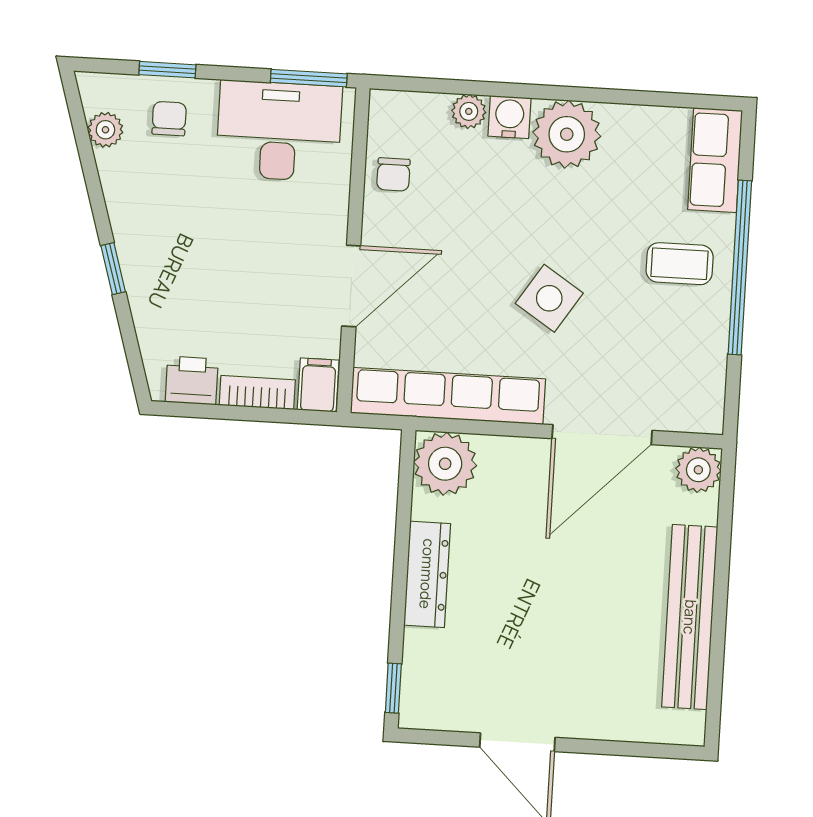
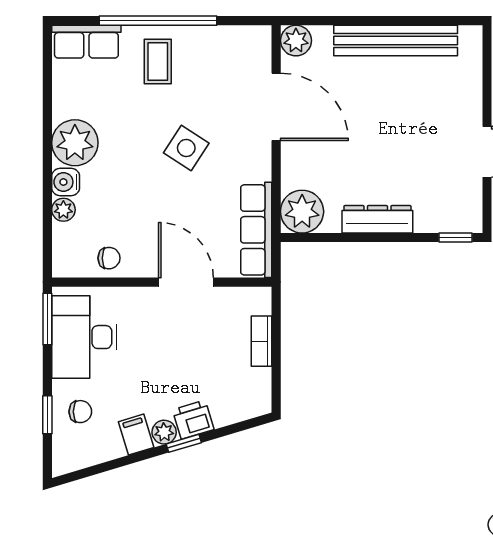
chair: (169, 119) -> (80, 412), turned 180
plant: (105, 130) -> (164, 432), moved
printer: (192, 381) -> (193, 420), moved, turned 73
filing cabinet: (318, 385) -> (136, 435), moved, turned 73
row of seats: (448, 396) -> (256, 230), width x0.73

